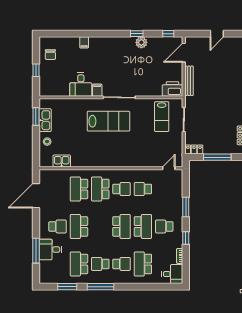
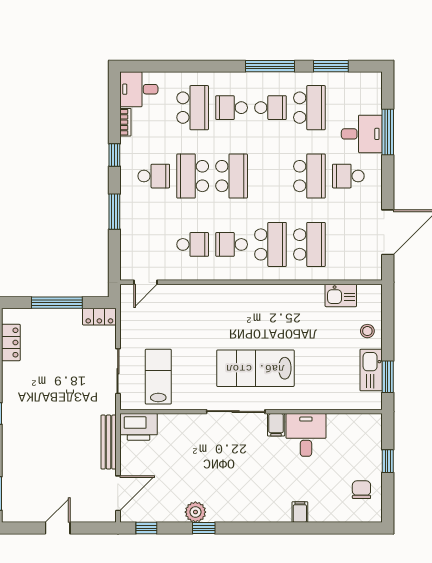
school desk: (122, 226) -> (232, 176), turned 180

